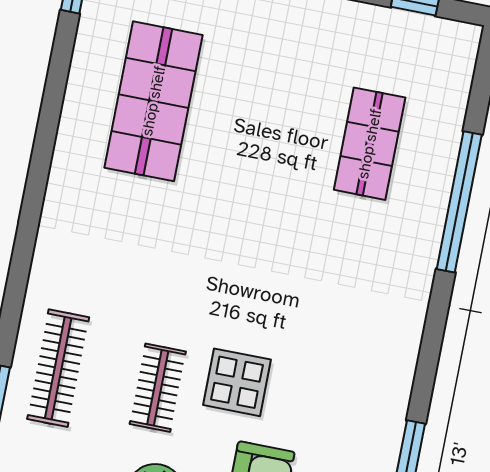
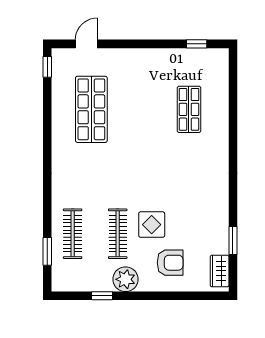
window: (459, 202) -> (233, 127), removed
clothes rail: (158, 388) -> (118, 234), width x1.36

